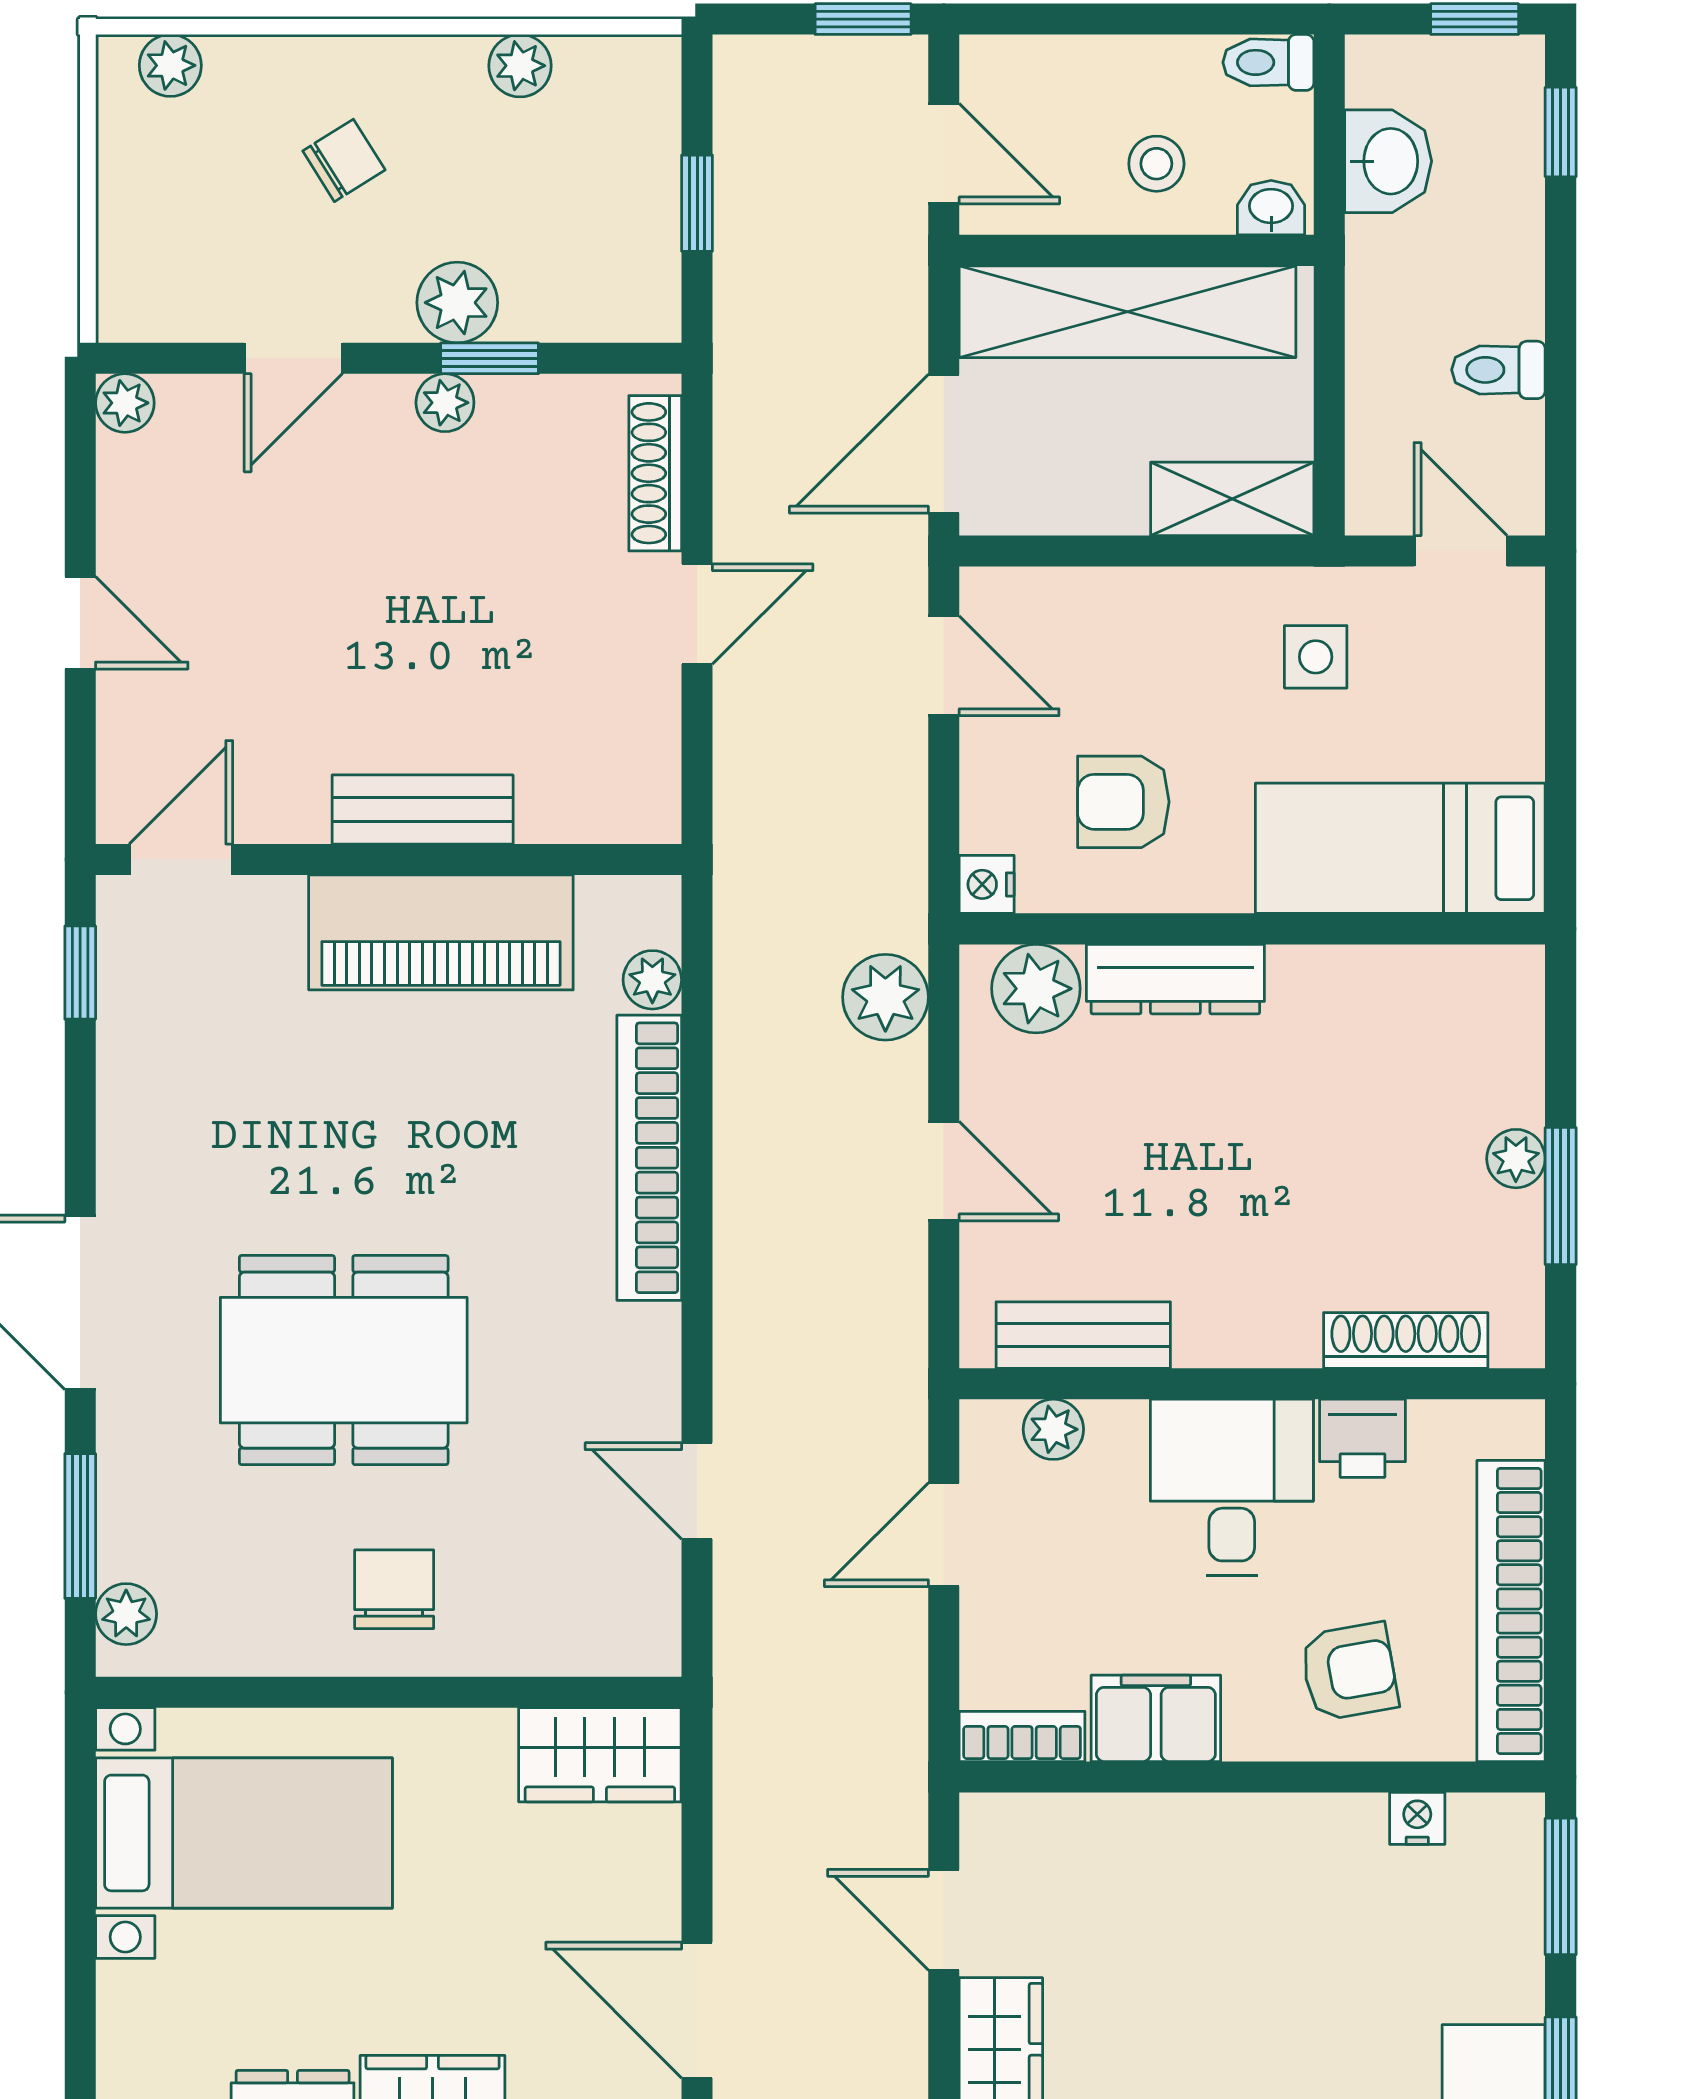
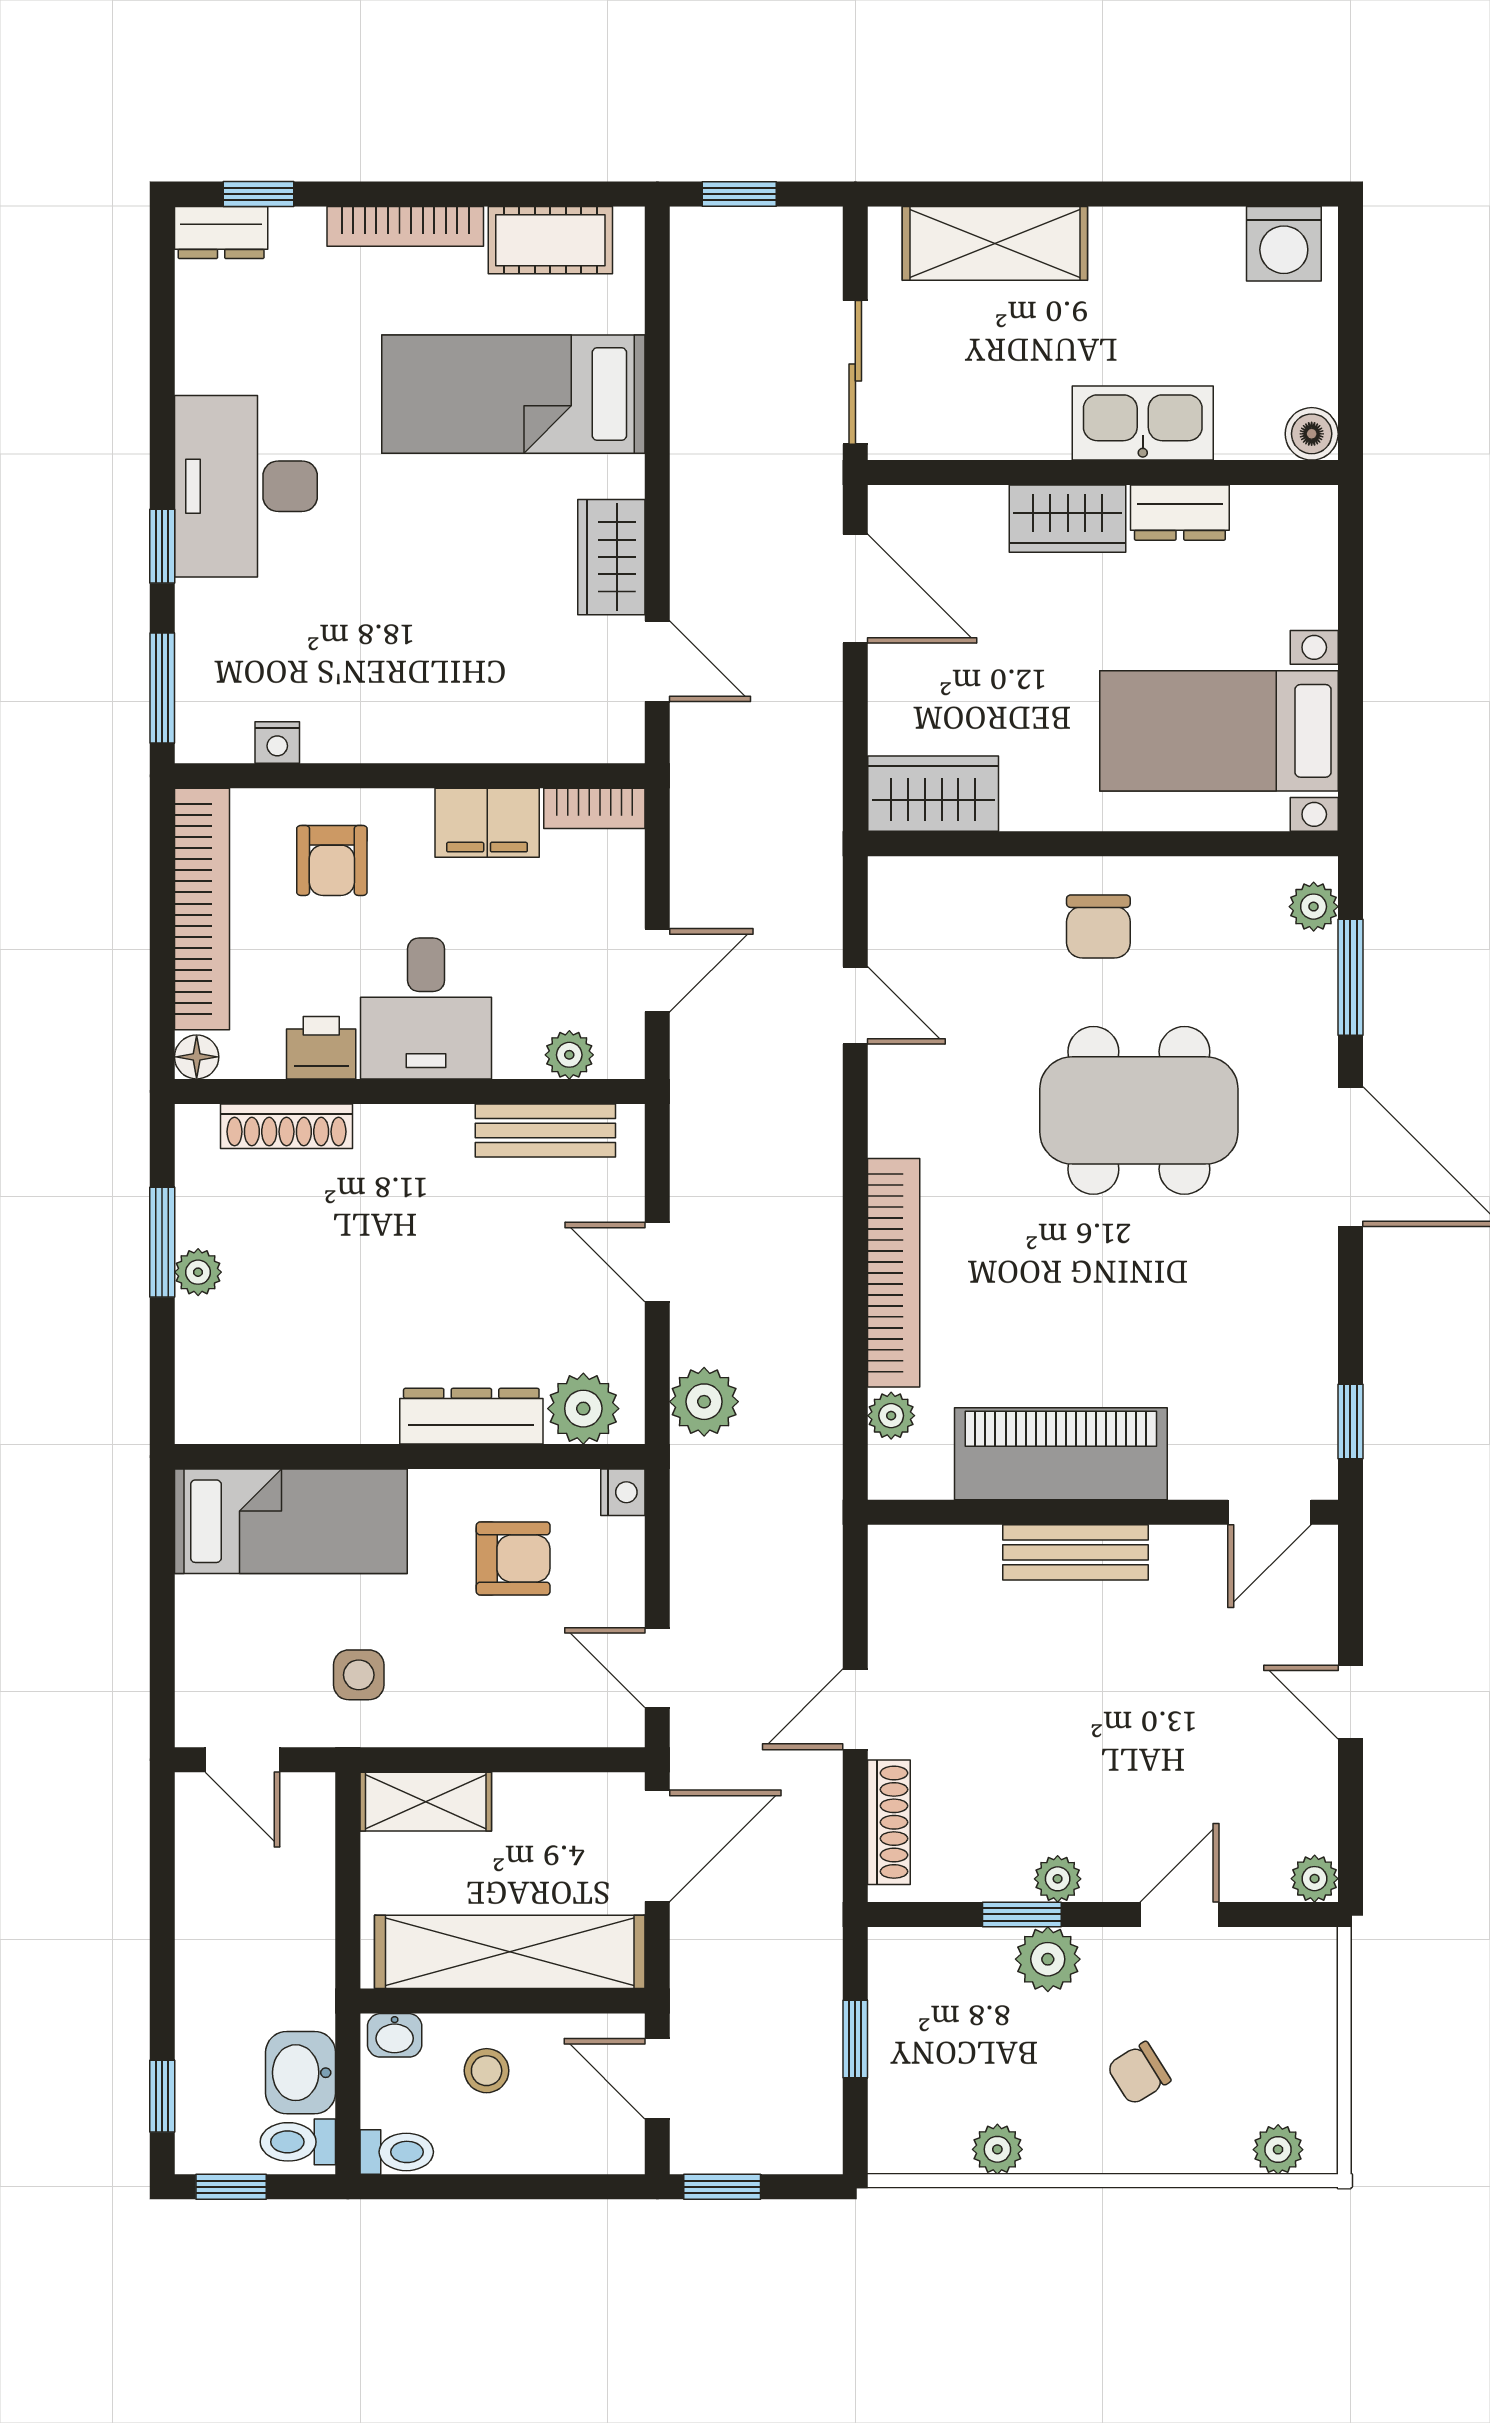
toilet: (1498, 370) -> (298, 2142), moved, turned 180
floor lamp: (1518, 1427) -> (197, 1057), added
armchair: (1349, 1672) -> (332, 860), turned -80

